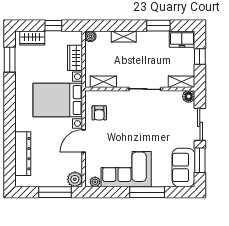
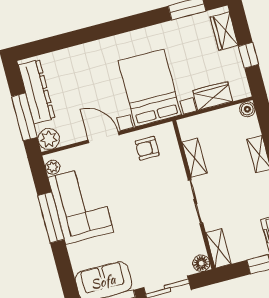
shelving: (103, 82) -> (194, 158), moved
dresser: (23, 154) -> (37, 92), moved, turned -90
window: (147, 192) -> (51, 217), moved

